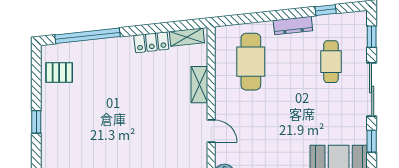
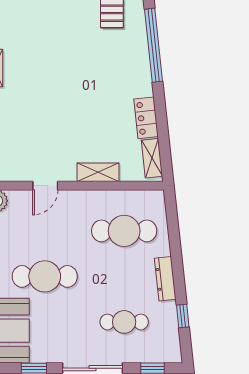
cafe table: (291, 132) -> (45, 276), added

